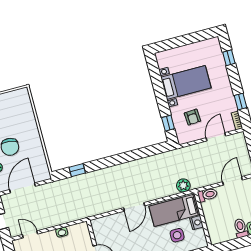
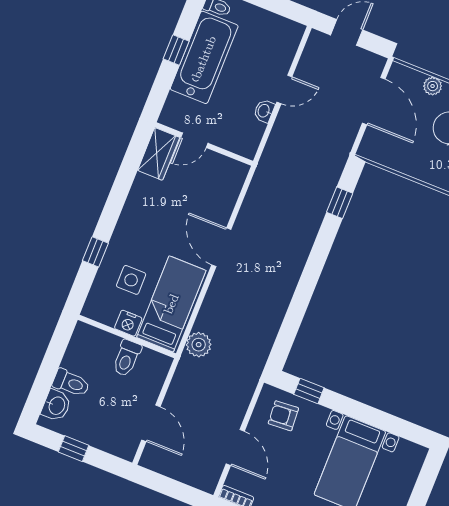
armchair: (192, 117) -> (283, 416), moved
toilet: (207, 195) -> (127, 358), moved
door: (30, 234) -> (284, 89), moved

